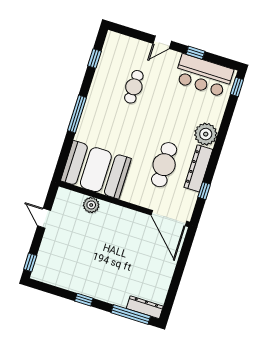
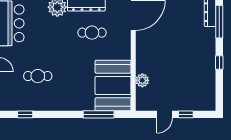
window: (77, 114) -> (99, 114), moved
cafe table: (164, 165) -> (92, 33), width x0.73, depth x0.74
window: (30, 262) -> (186, 114), moved

